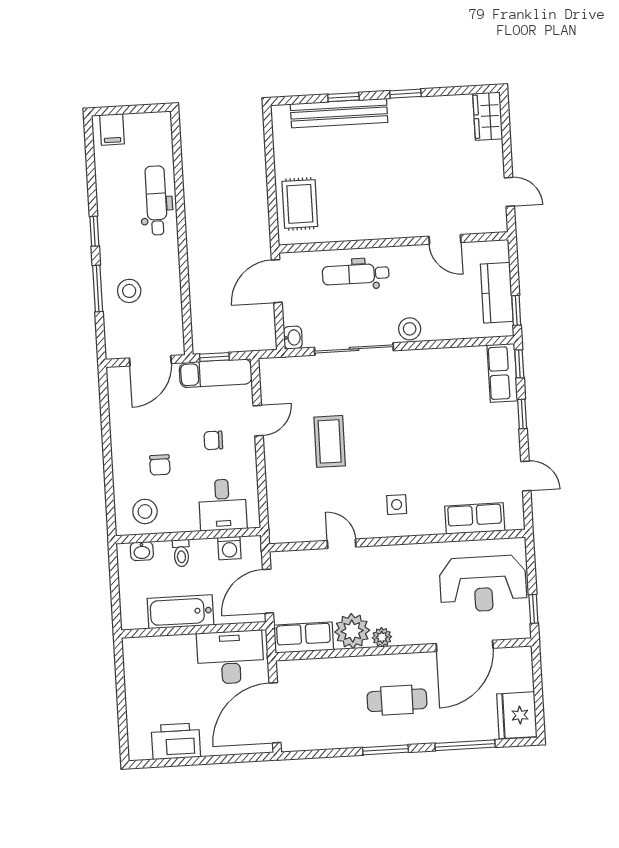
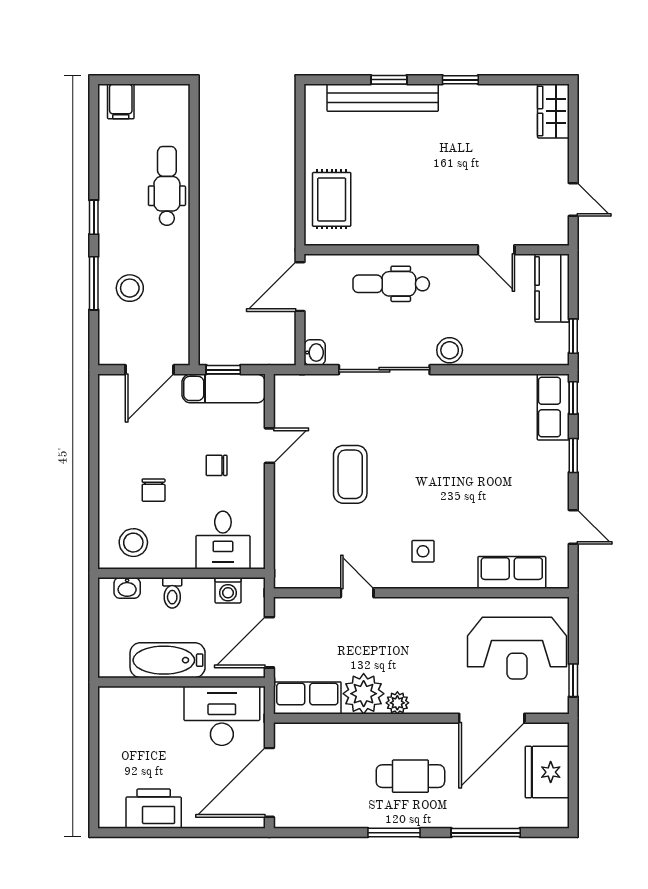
kitchen counter: (497, 293) -> (552, 288), moved
fridge: (517, 715) -> (547, 772), moved

